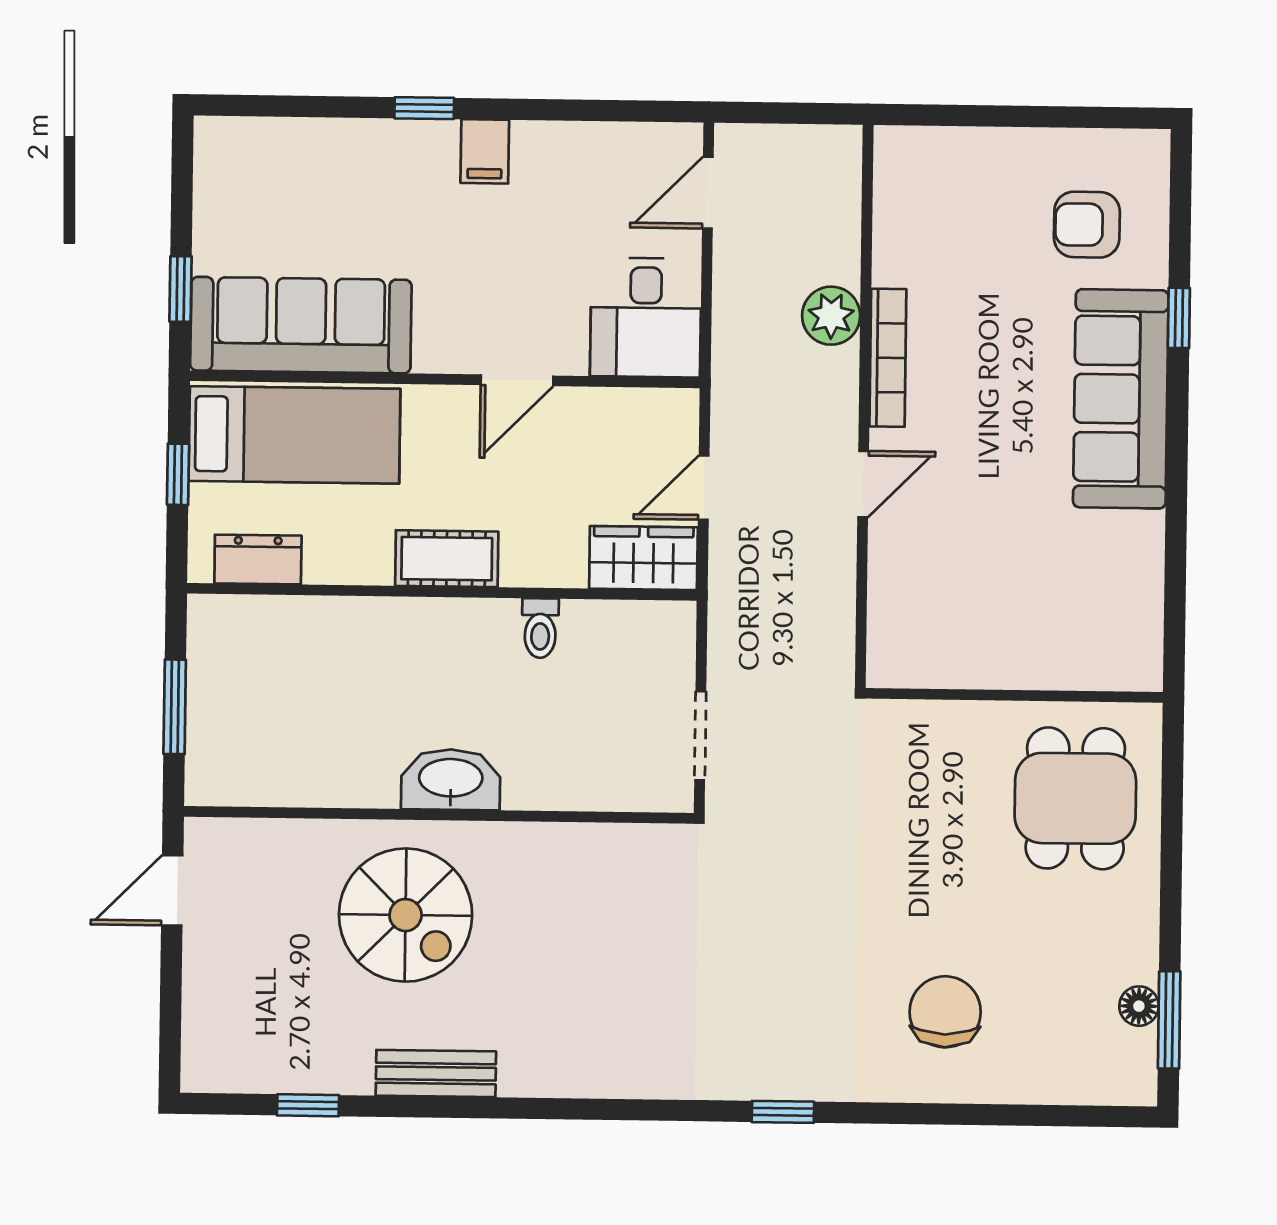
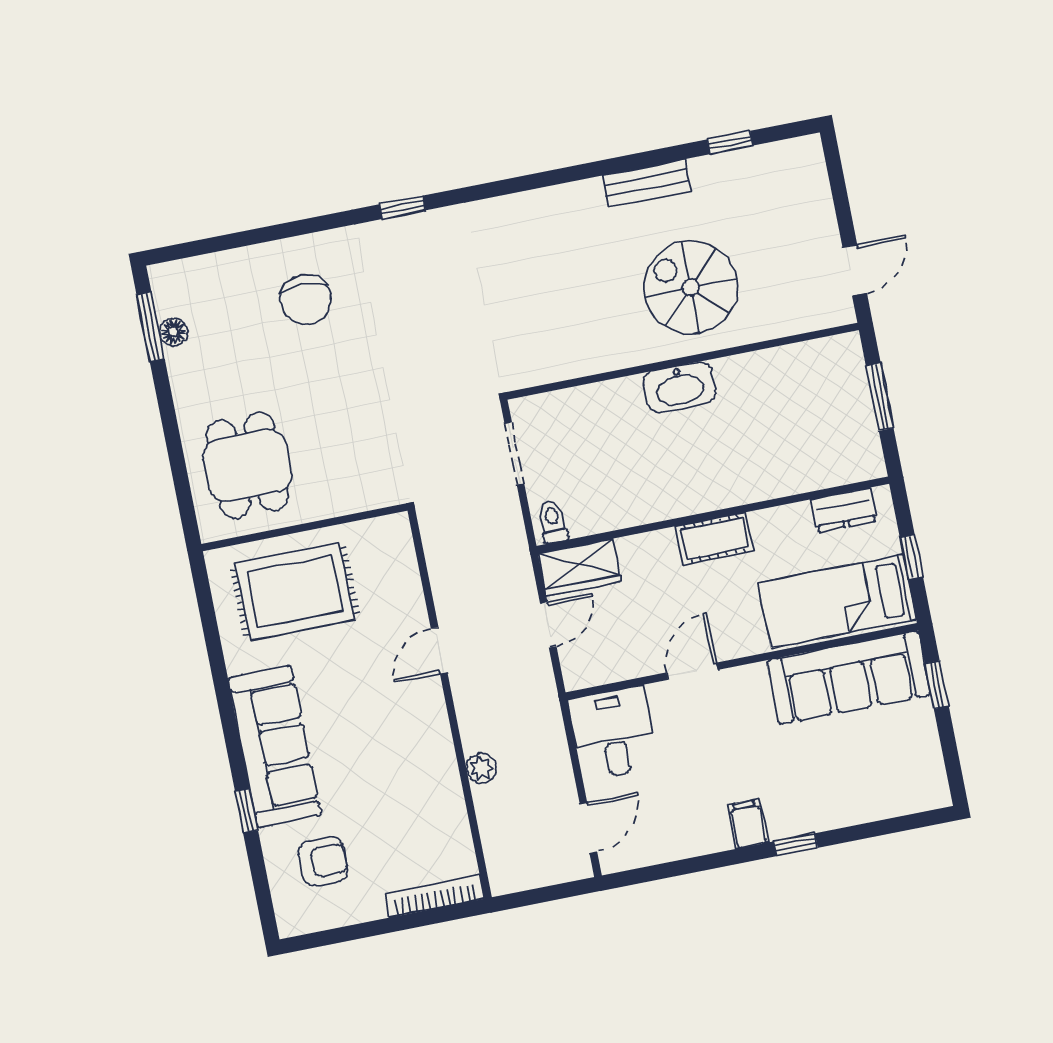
plant: (831, 316) -> (481, 768), width x0.73, depth x0.73
bookcase: (888, 358) -> (435, 896), moved, turned 90
rug: (1047, 609) -> (295, 592), added
toilet: (540, 628) -> (553, 522), moved

